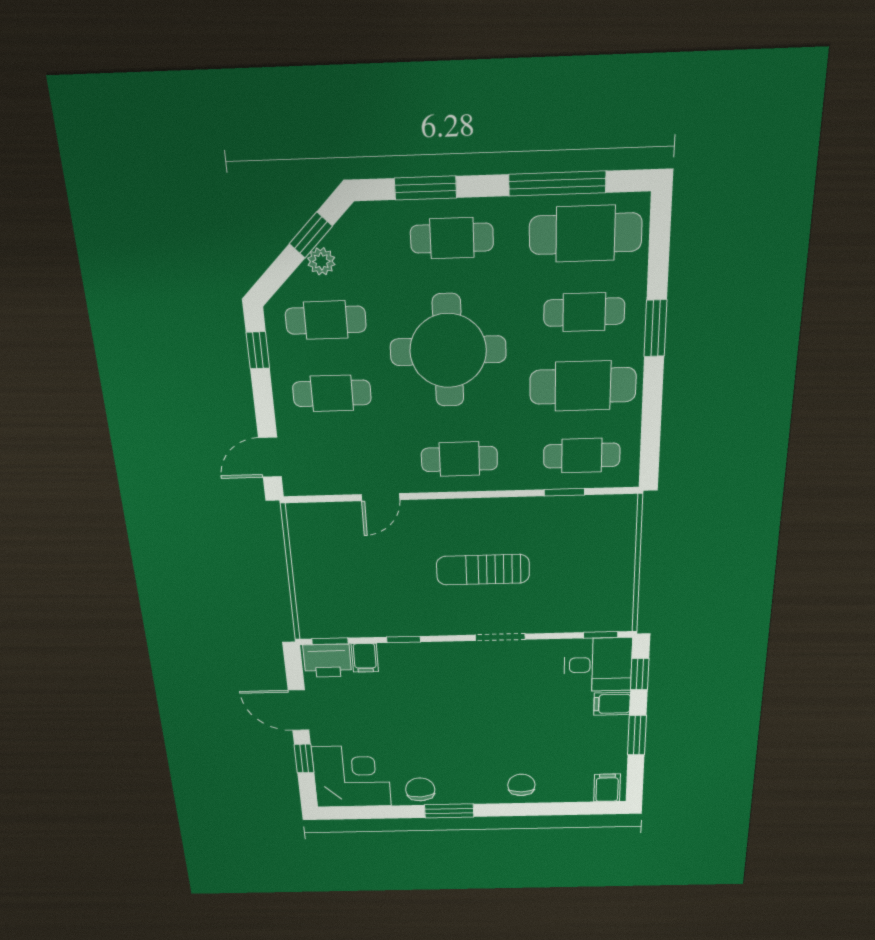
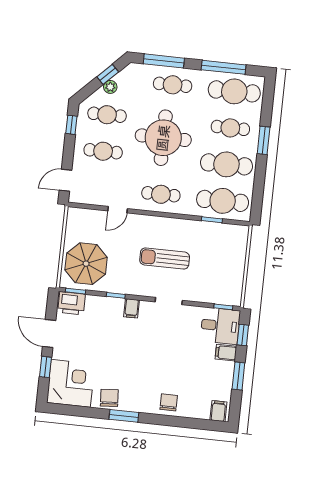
window: (425, 188) -> (164, 61), width x1.44
cafe table: (582, 456) -> (223, 201), width x1.37, depth x1.35
parasol: (340, 595) -> (86, 264), added
filing cabinet: (365, 658) -> (132, 308), moved

